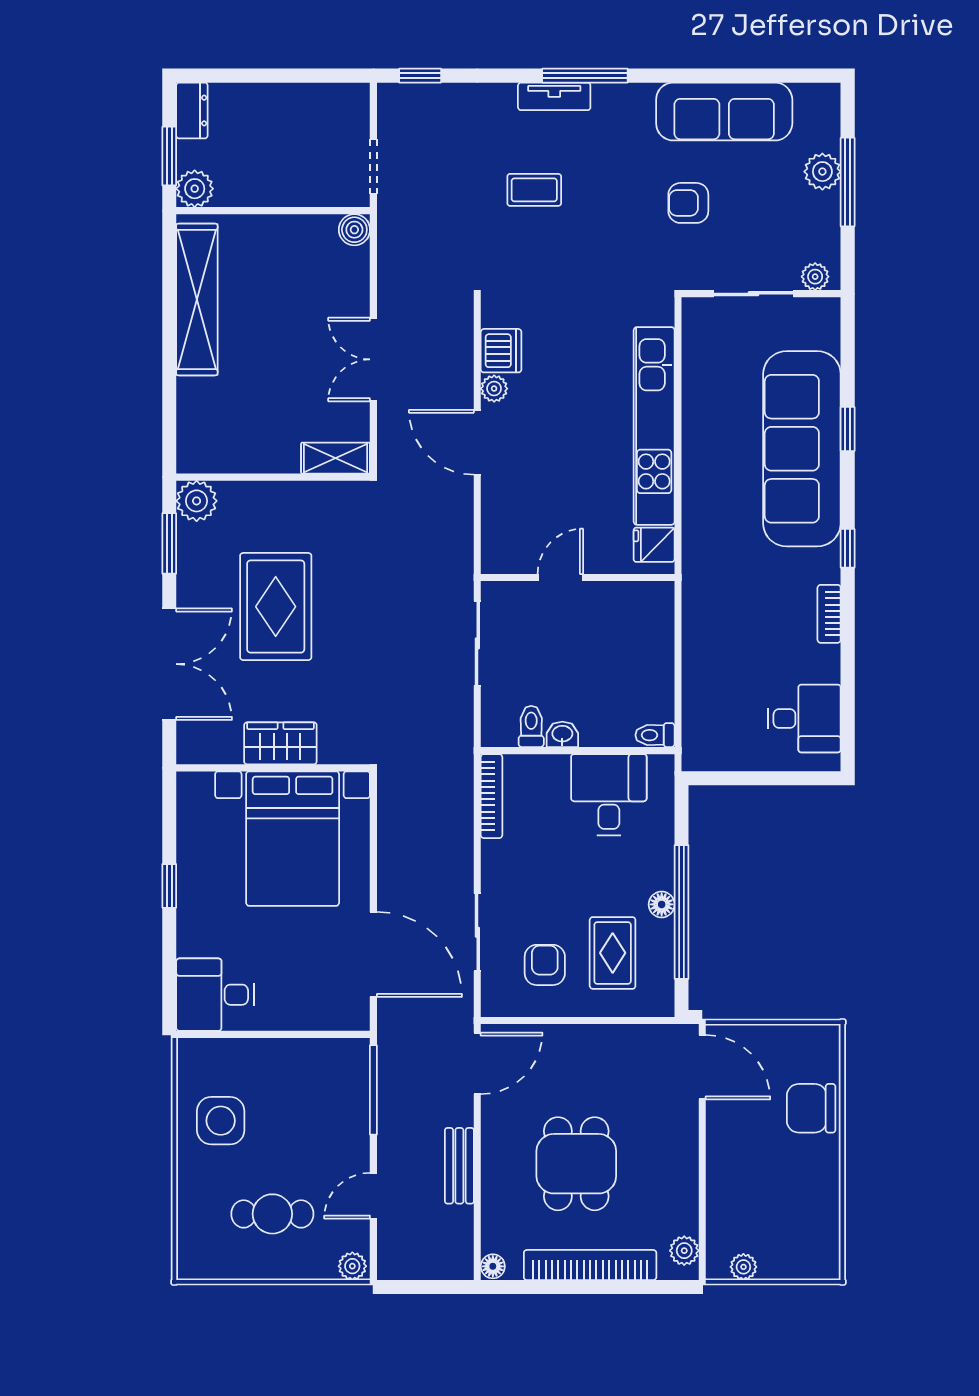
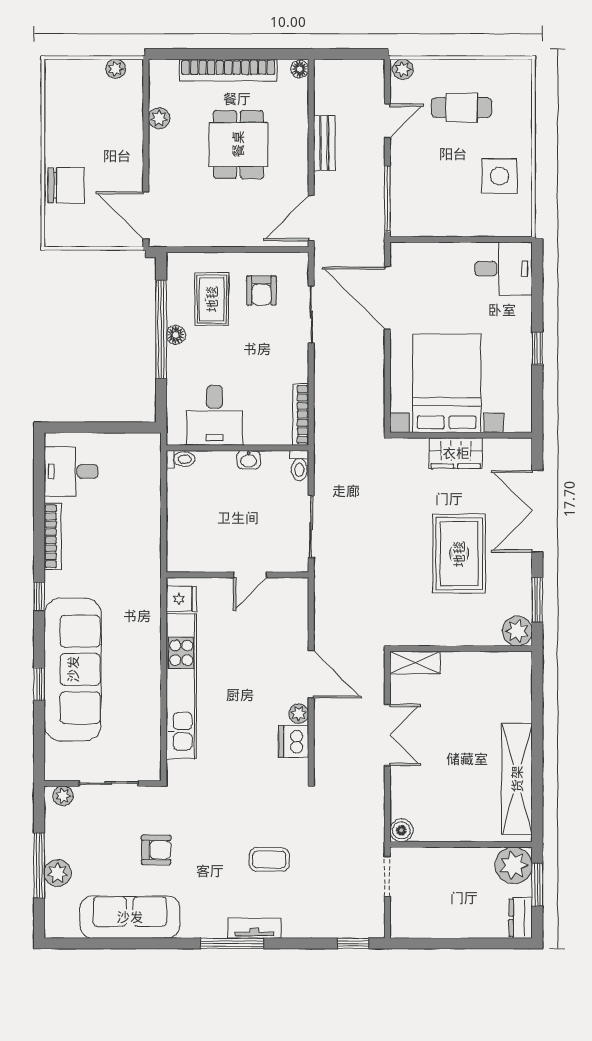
plant: (195, 189) -> (514, 865), width x1.36, depth x1.36
bookcase: (829, 614) -> (53, 536), width x1.56
toilet: (531, 726) -> (299, 466), moved
plant: (684, 1251) -> (159, 118), moved

